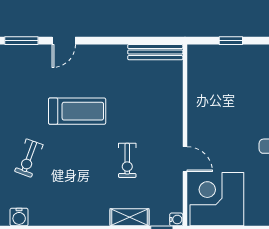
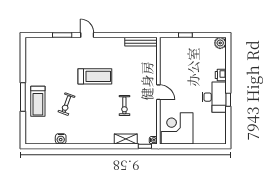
door: (64, 41) -> (87, 35), swing flipped
door: (185, 159) -> (158, 92), moved

